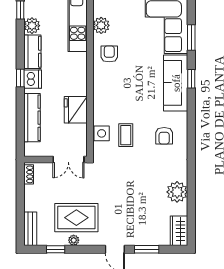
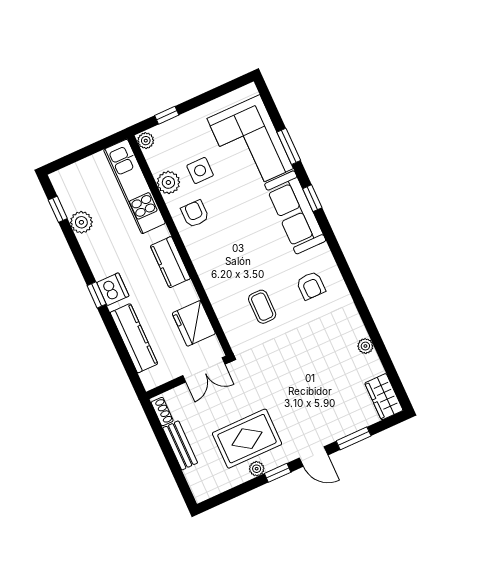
kitchen counter: (32, 52) -> (170, 262), moved, turned 180
fridge: (76, 110) -> (194, 323), moved
side table: (102, 133) -> (200, 171), moved
plant: (177, 192) -> (365, 346), width x0.53, depth x0.53
bench: (30, 229) -> (180, 445), moved
window: (56, 249) -> (278, 473), moved

